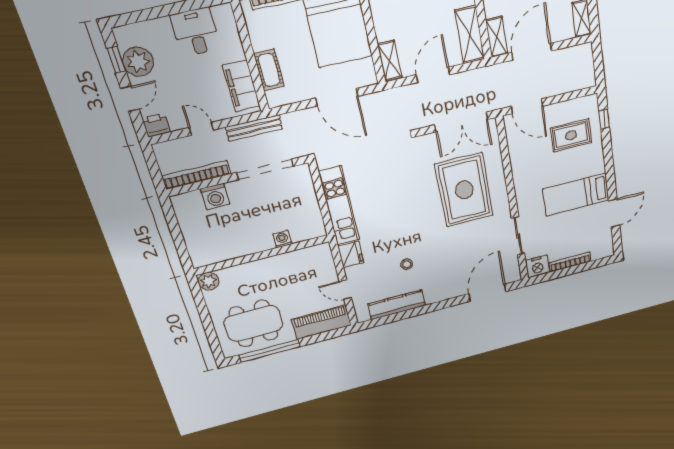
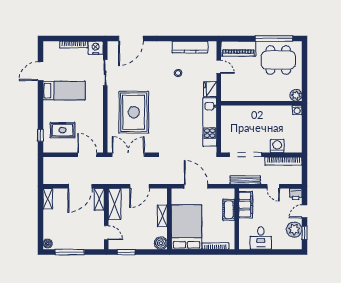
shelving: (390, 61) -> (162, 216), moved
washing machine: (282, 239) -> (297, 110), moved

